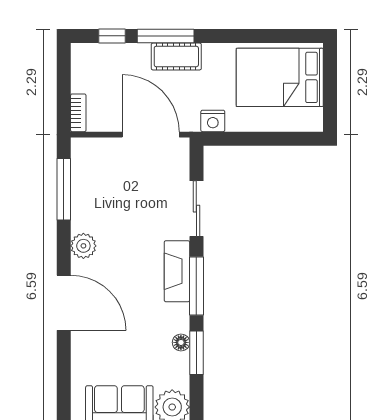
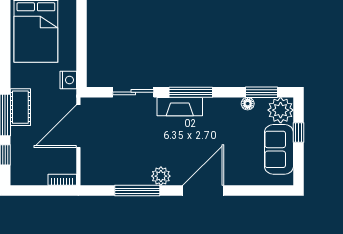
window: (64, 189) -> (137, 191), moved
floor lamp: (181, 342) -> (248, 104), moved
window: (196, 353) -> (261, 92), moved

